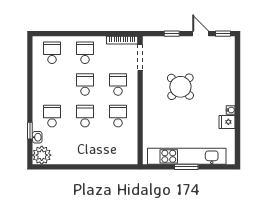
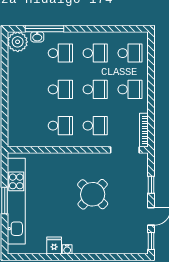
school desk: (52, 84) -> (95, 53), added
window: (30, 131) -> (44, 29), width x2.17

